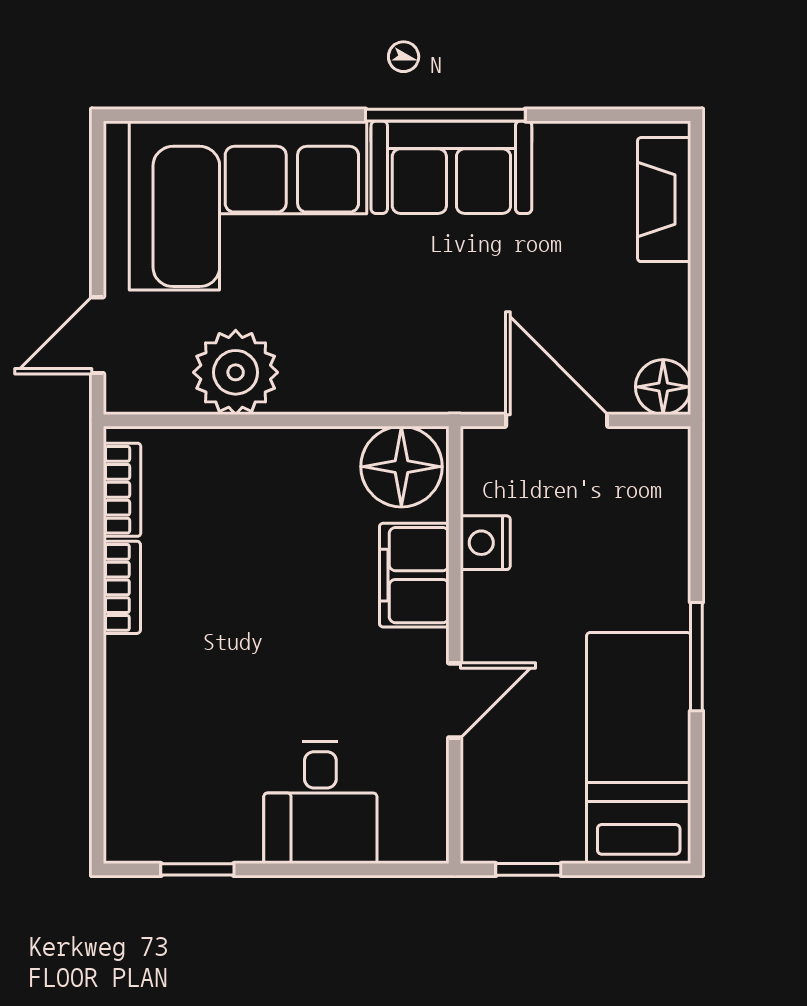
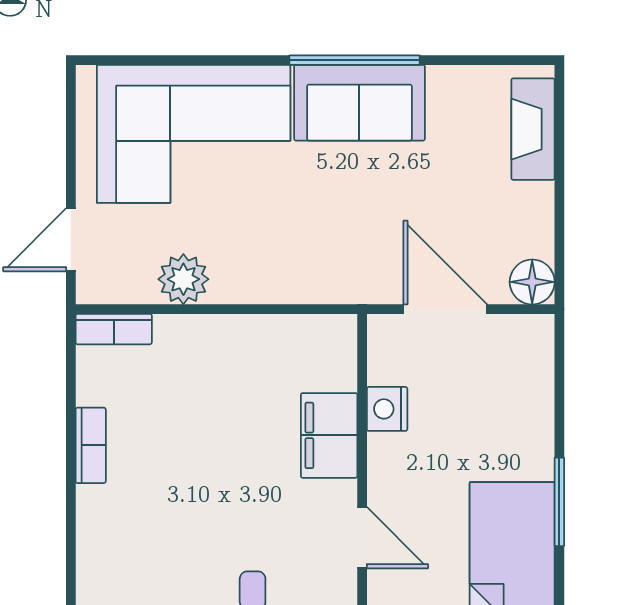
plant: (236, 372) -> (183, 279), width x0.73, depth x0.73
floor lamp: (401, 467) -> (319, 347), removed
bookcase: (122, 490) -> (114, 329), moved, turned 90
door: (455, 700) -> (362, 538), hinge flipped

